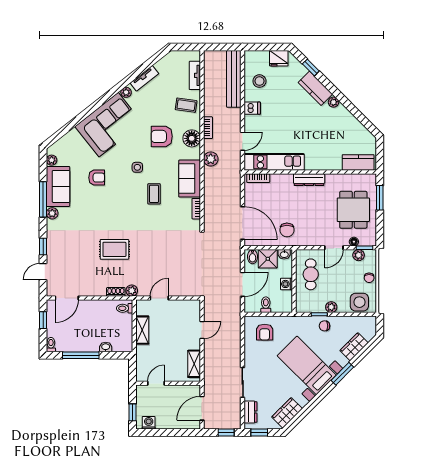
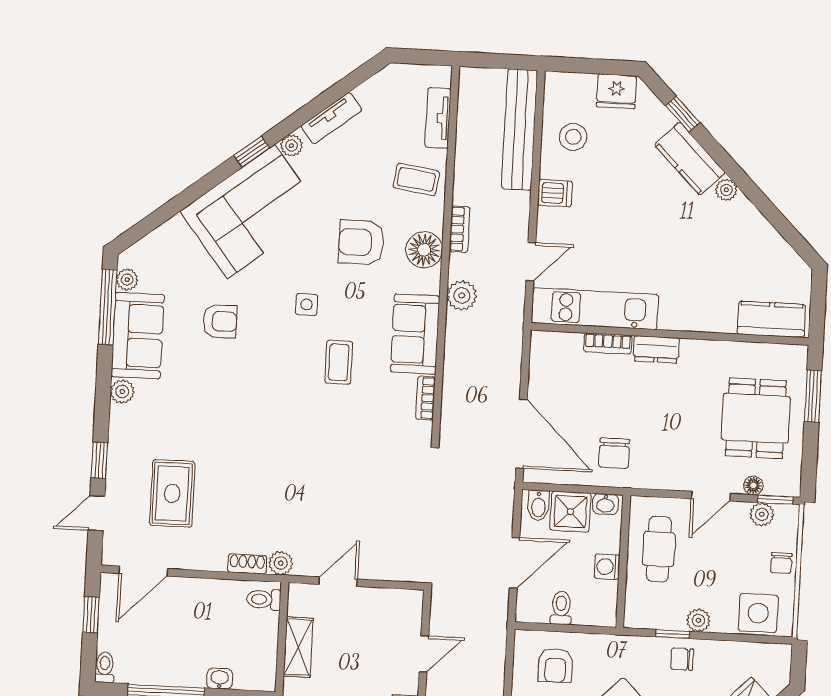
window: (107, 96) -> (252, 152), added
bookcase: (258, 178) -> (608, 344), moved
dresser: (309, 180) -> (656, 349), width x0.70
window: (43, 199) -> (108, 307), moved
rug: (114, 249) -> (172, 493), moved, turned 90

